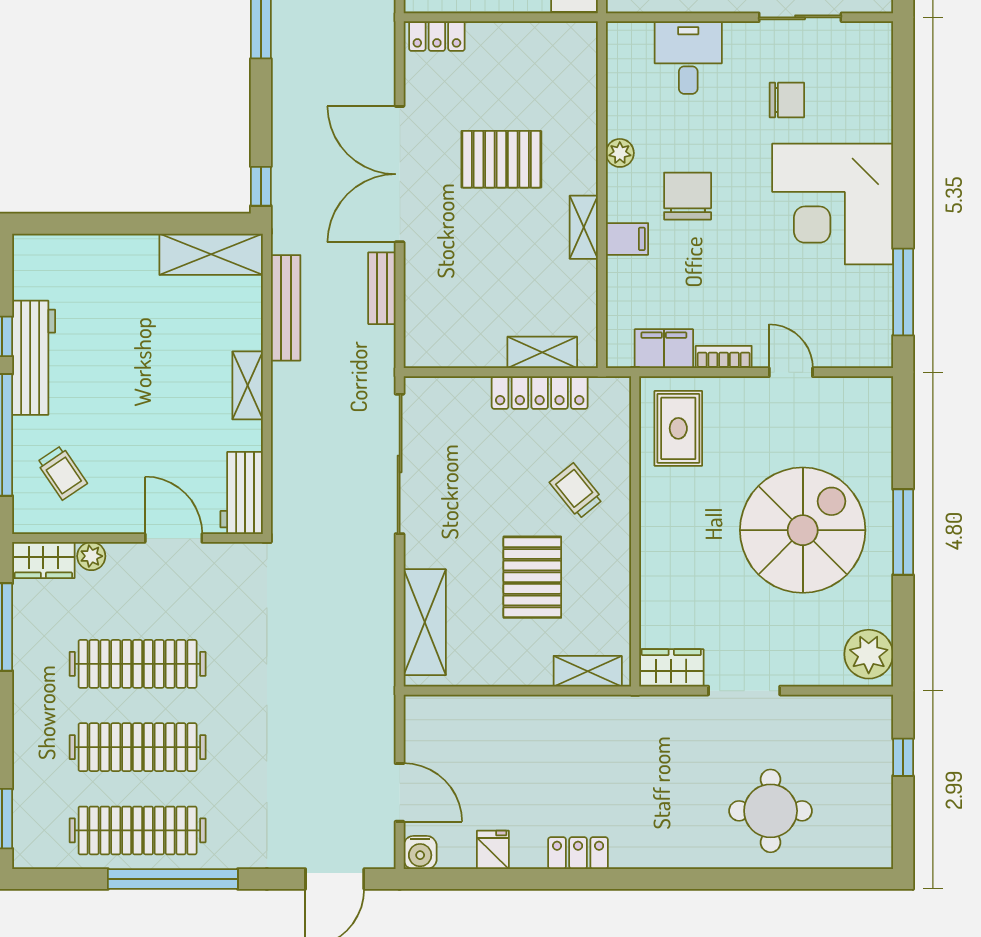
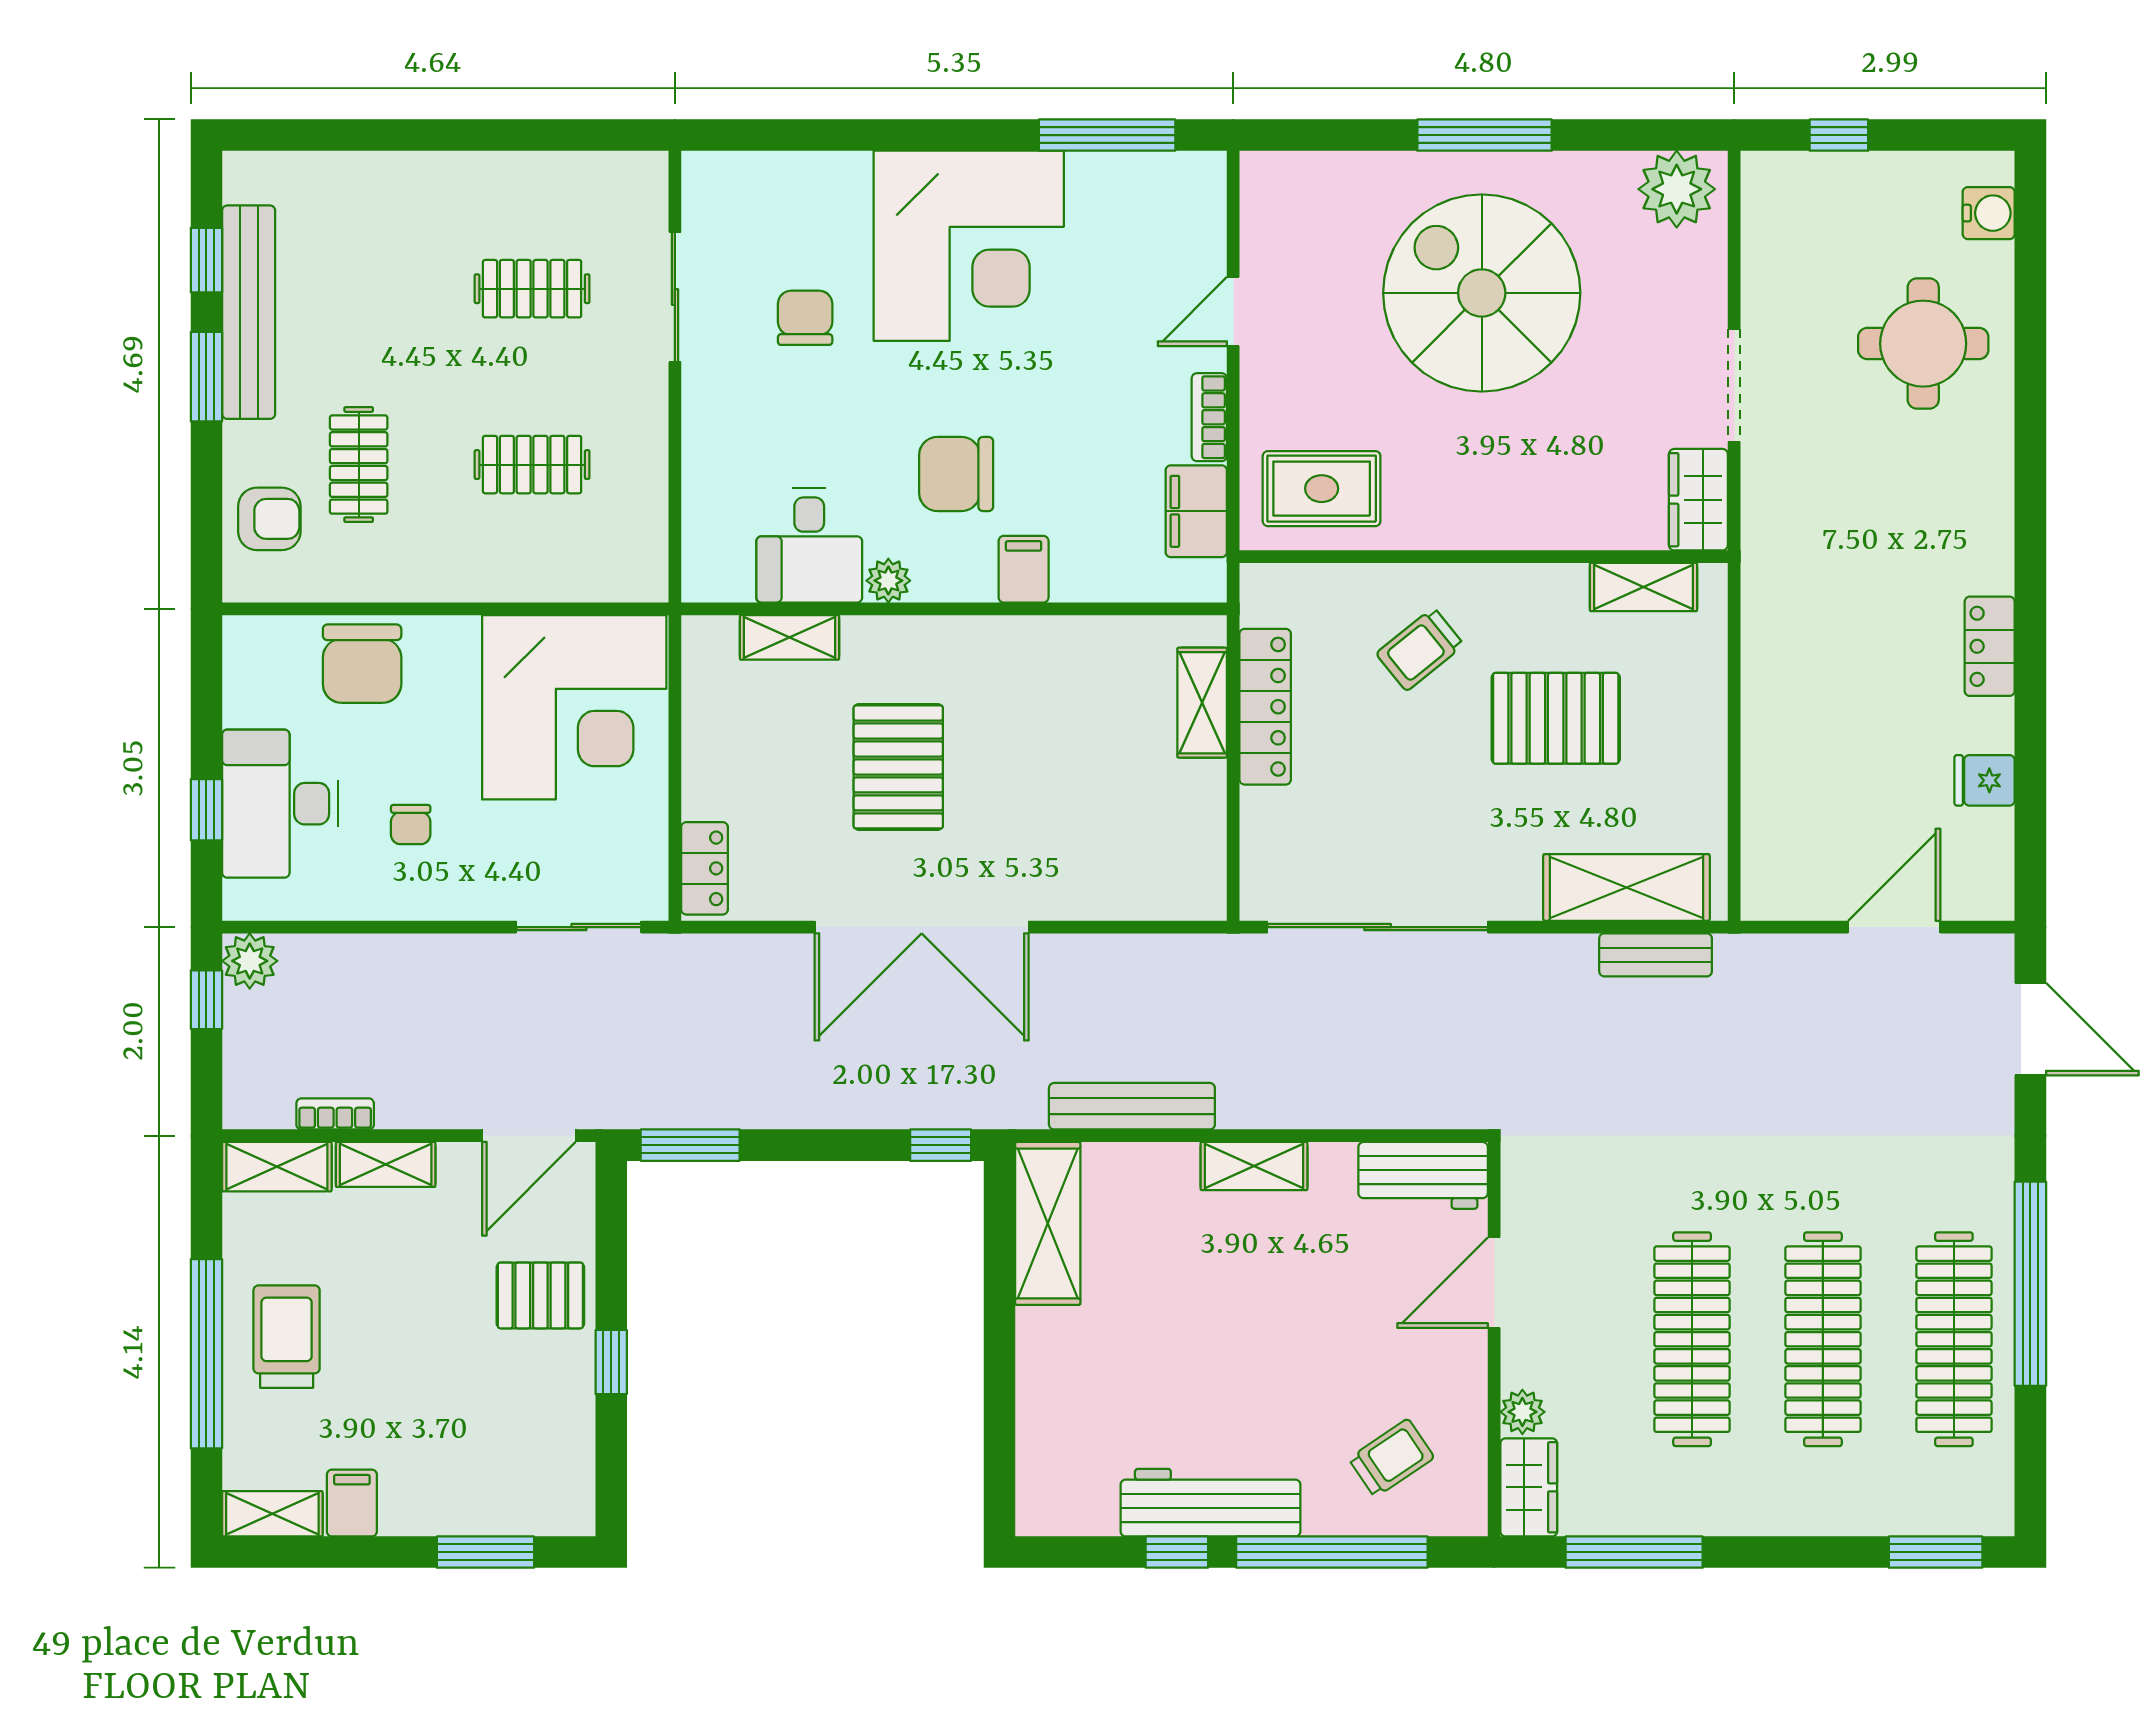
desk: (688, 58) -> (809, 545), moved, turned -90
shelving: (584, 227) -> (790, 637), moved
bench: (382, 288) -> (1656, 955), moved
shelving: (588, 671) -> (1643, 587), moved, turned 90
water cooler: (420, 852) -> (1989, 213), moved

